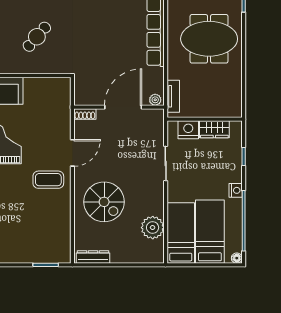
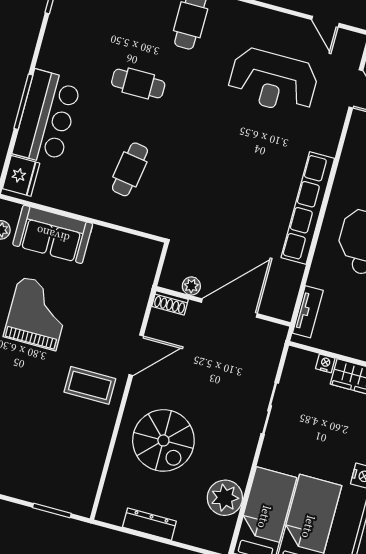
cafe table: (37, 37) -> (130, 169), turned -32
plant: (155, 100) -> (191, 286), moved
nightstand: (188, 130) -> (325, 363), width x0.53, depth x0.56
dresser: (93, 257) -> (149, 524), moved

